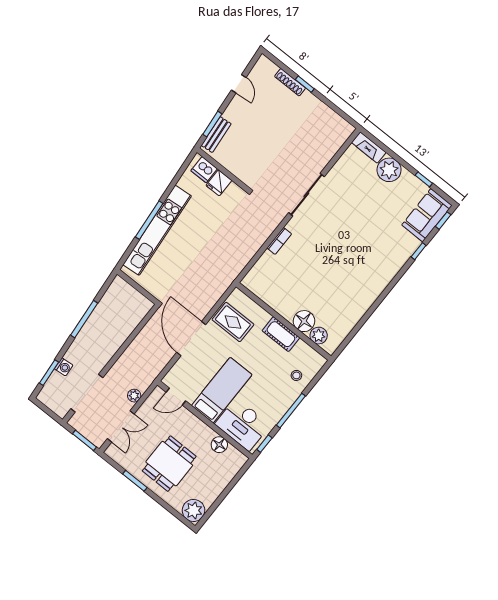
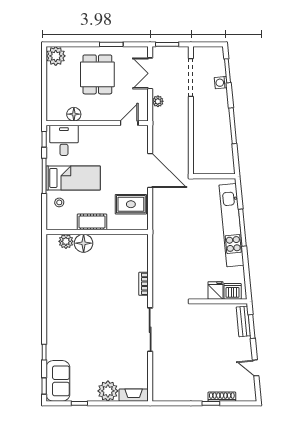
bed: (222, 390) -> (73, 178), moved, turned -90
desk: (242, 424) -> (64, 140), width x0.73

